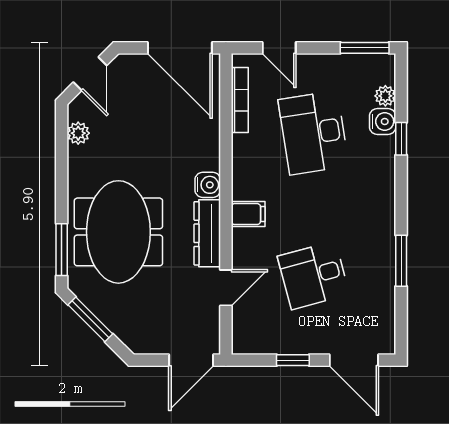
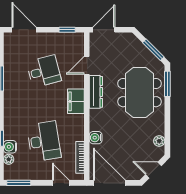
door: (90, 74) -> (153, 170), hinge flipped
water cooler: (208, 185) -> (96, 138), moved
filing cabinet: (248, 214) -> (76, 101), width x2.00
window: (293, 360) -> (67, 30), moved

